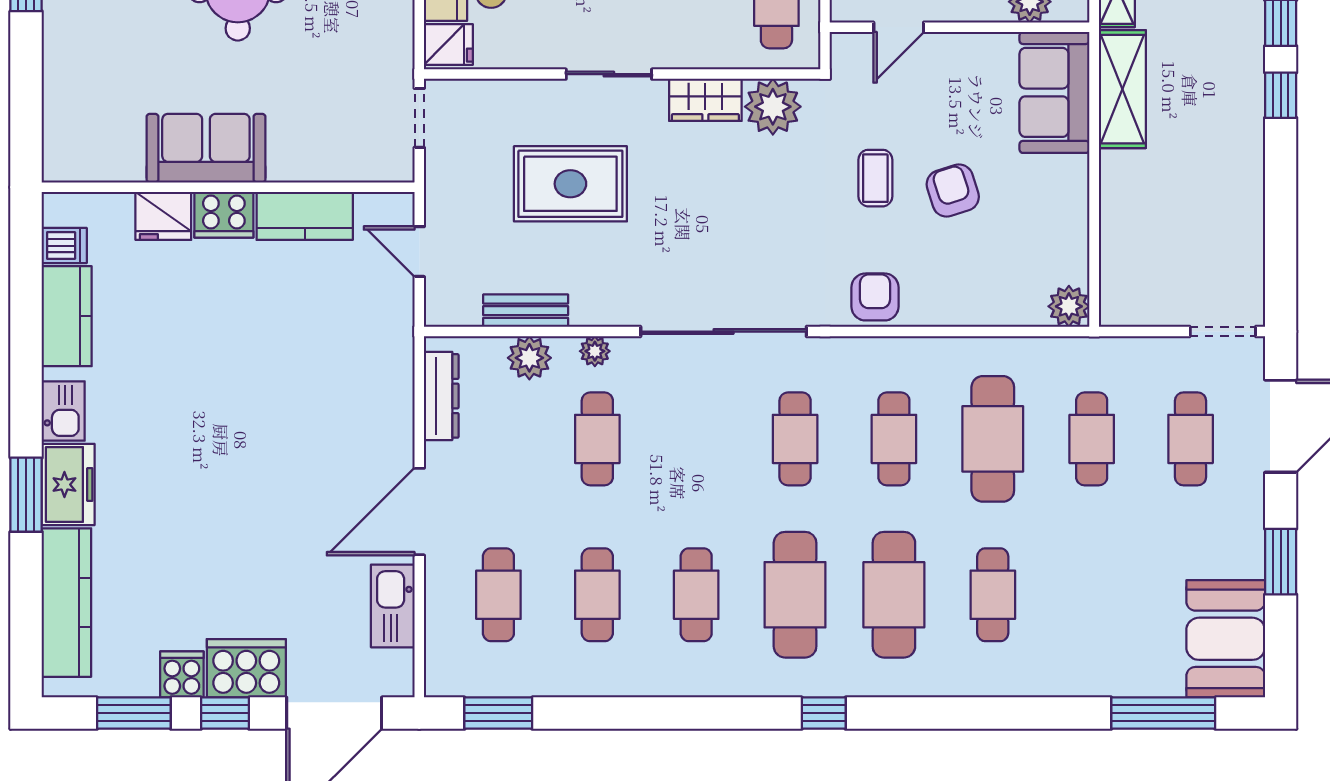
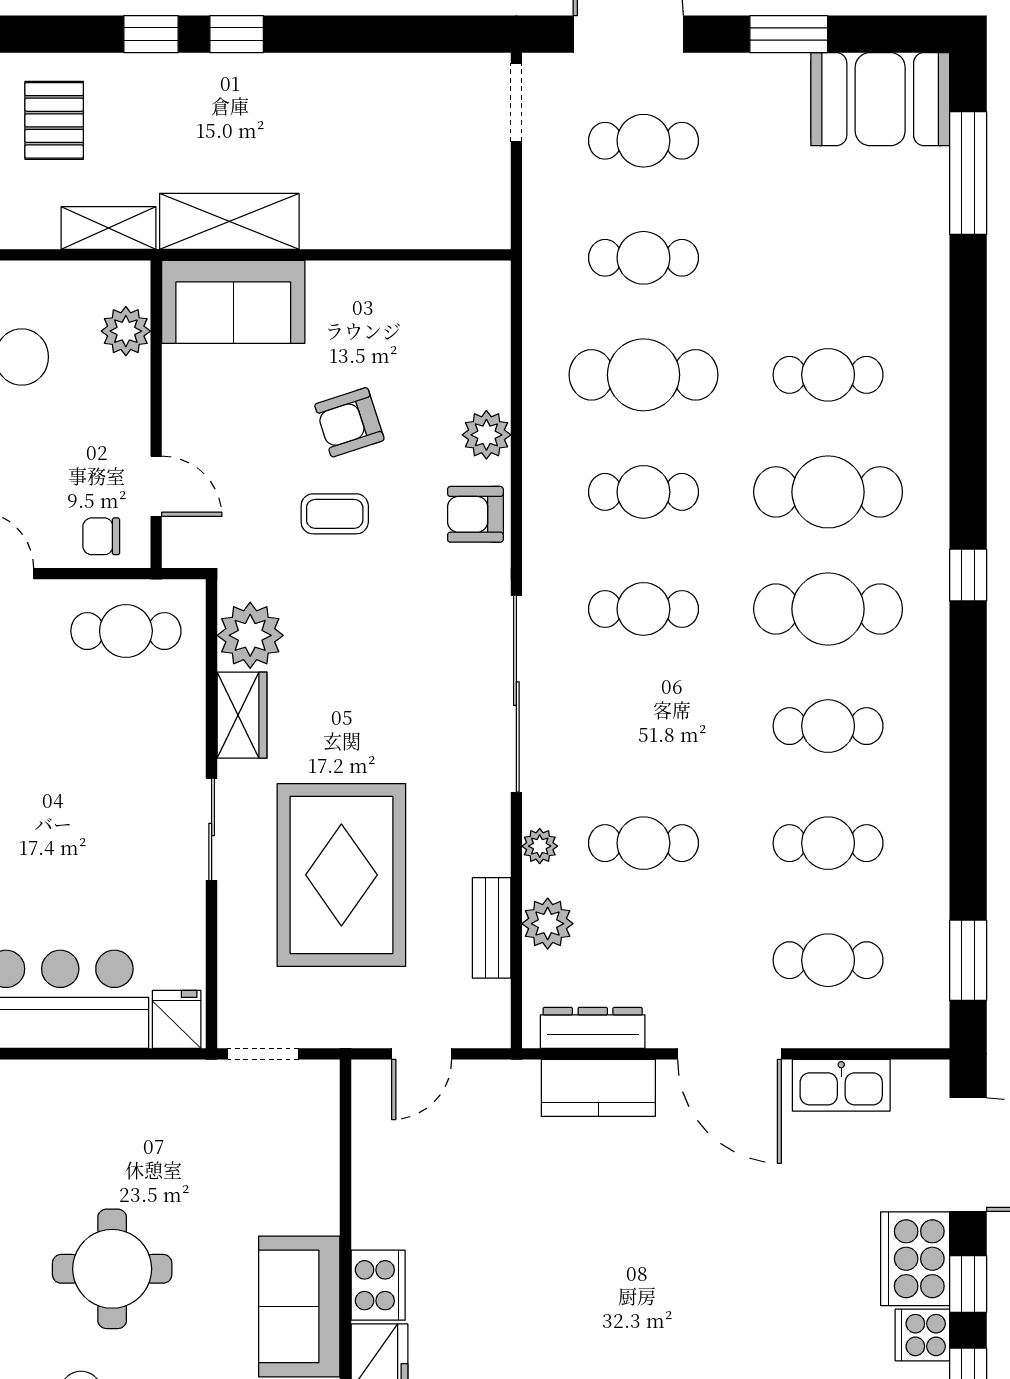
rug: (570, 184) -> (341, 875), width x1.37, depth x1.44
kitchen counter: (305, 216) -> (598, 1088), moved, turned 90
plant: (1069, 306) -> (486, 435), moved

